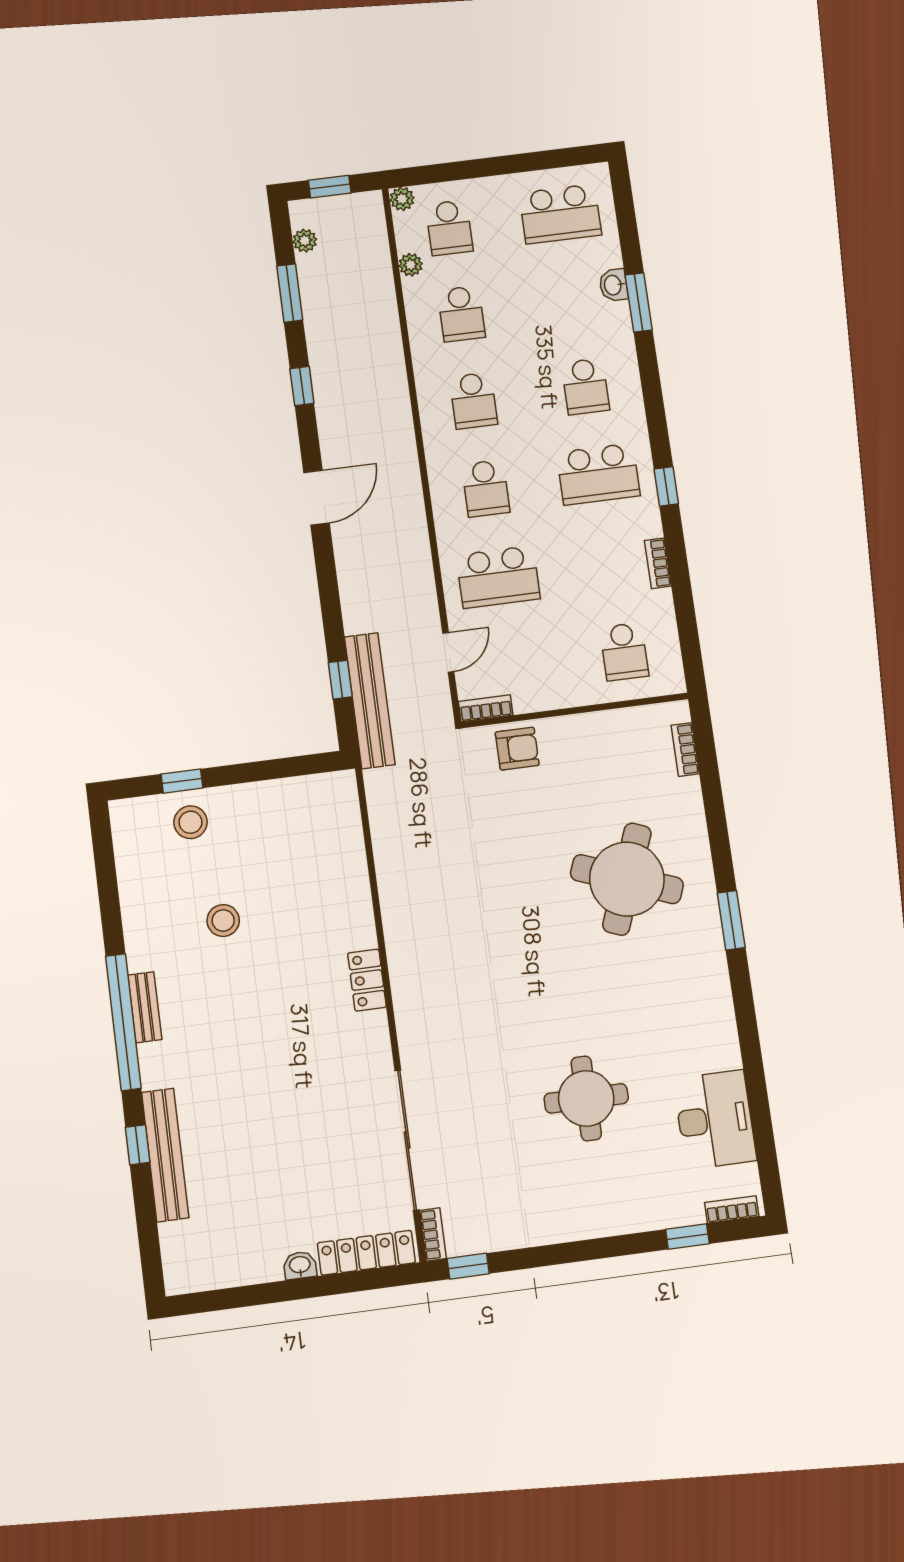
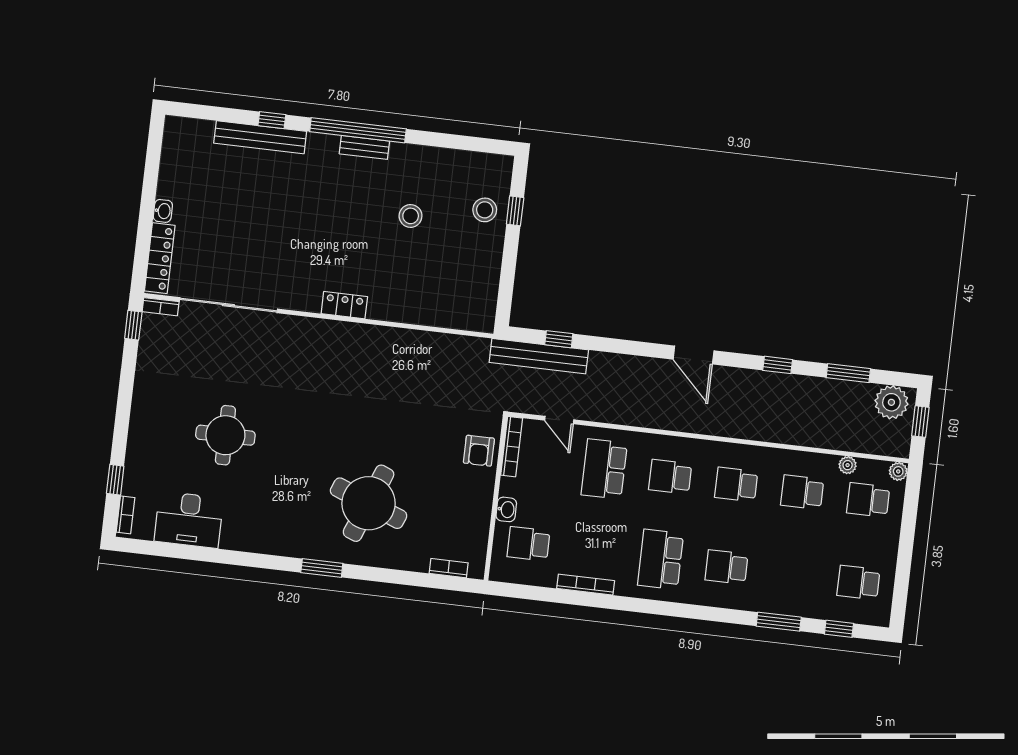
school desk: (560, 214) -> (858, 583), width x0.54
plant: (305, 241) -> (891, 402), width x1.88, depth x1.88
washbasin: (613, 285) -> (506, 509), moved, turned 90
window: (666, 486) -> (839, 629), moved
bookcase: (658, 563) -> (586, 585), width x1.56
bookcase: (486, 708) -> (512, 447), width x1.56

